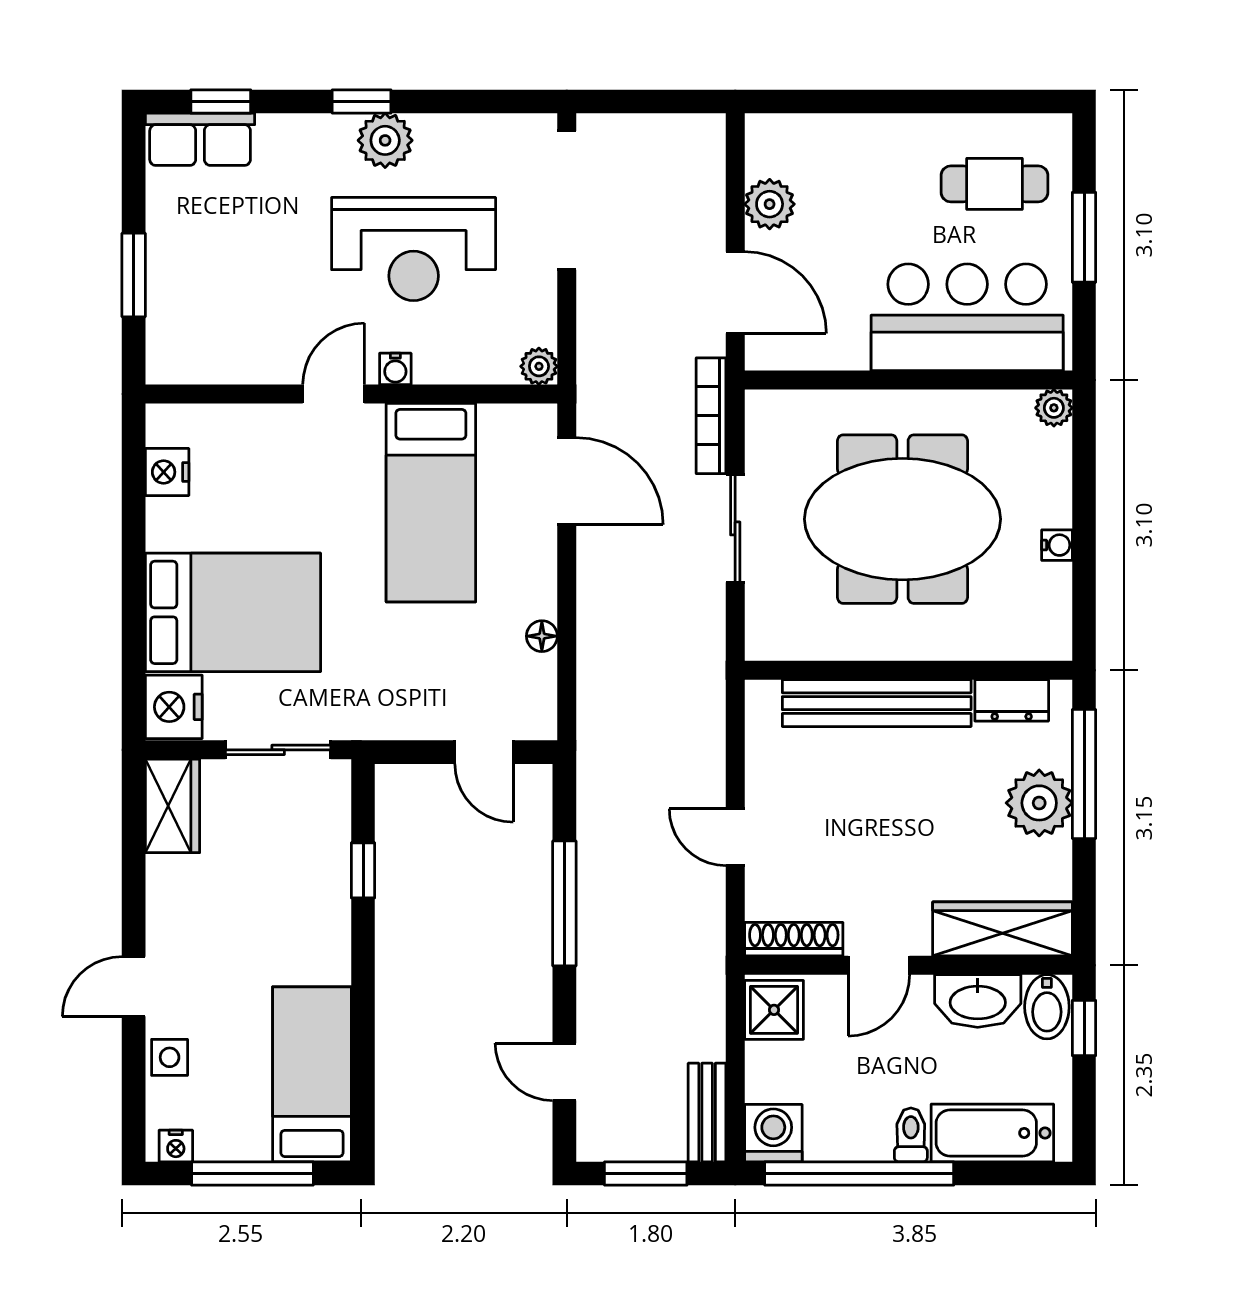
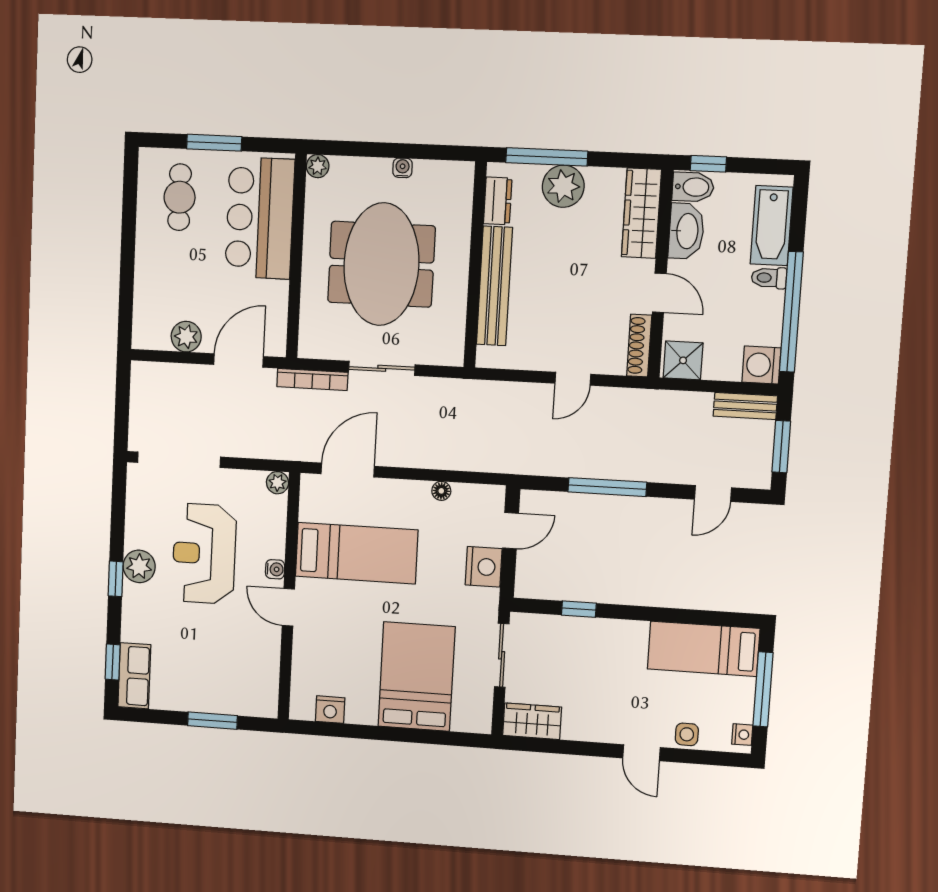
reception desk: (414, 249) -> (204, 554), turned 180
nightstand: (174, 707) -> (484, 567), moved, turned -90

